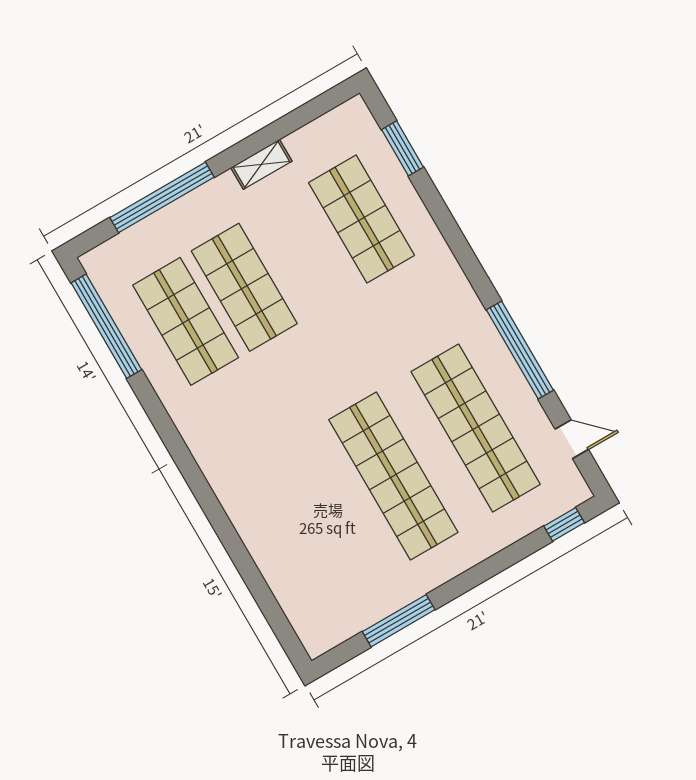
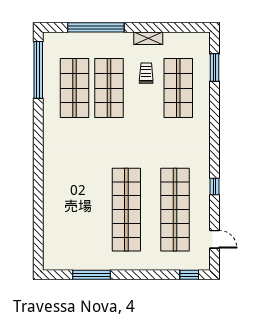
trolley: (292, 225) -> (146, 73), added
window: (520, 350) -> (215, 187), width x0.32

